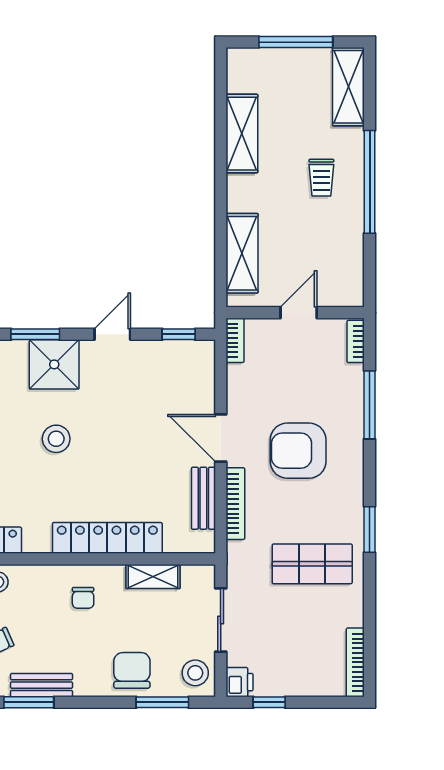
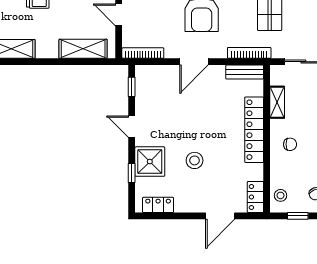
window: (35, 334) -> (132, 173), width x0.67
bookcase: (235, 340) -> (143, 53), width x1.56
bench: (203, 498) -> (245, 72), moved
bookcase: (235, 504) -> (249, 53), moved

